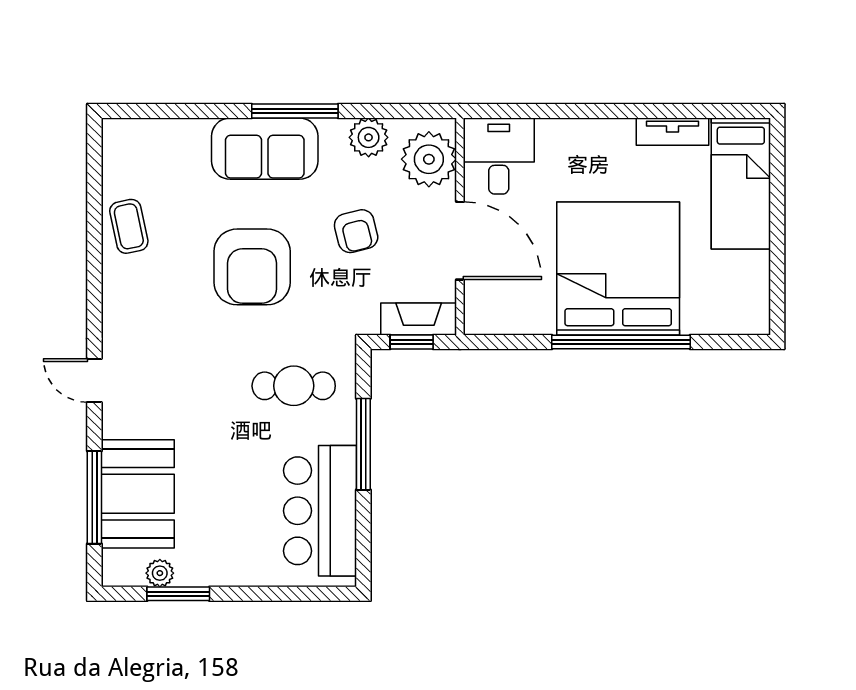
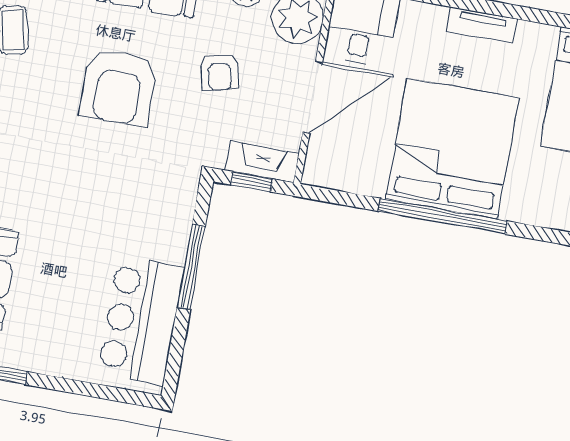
tv unit: (672, 132) -> (482, 25), moved
door: (460, 241) -> (313, 97), hinge flipped
cafe table: (294, 386) -> (137, 202), removed

